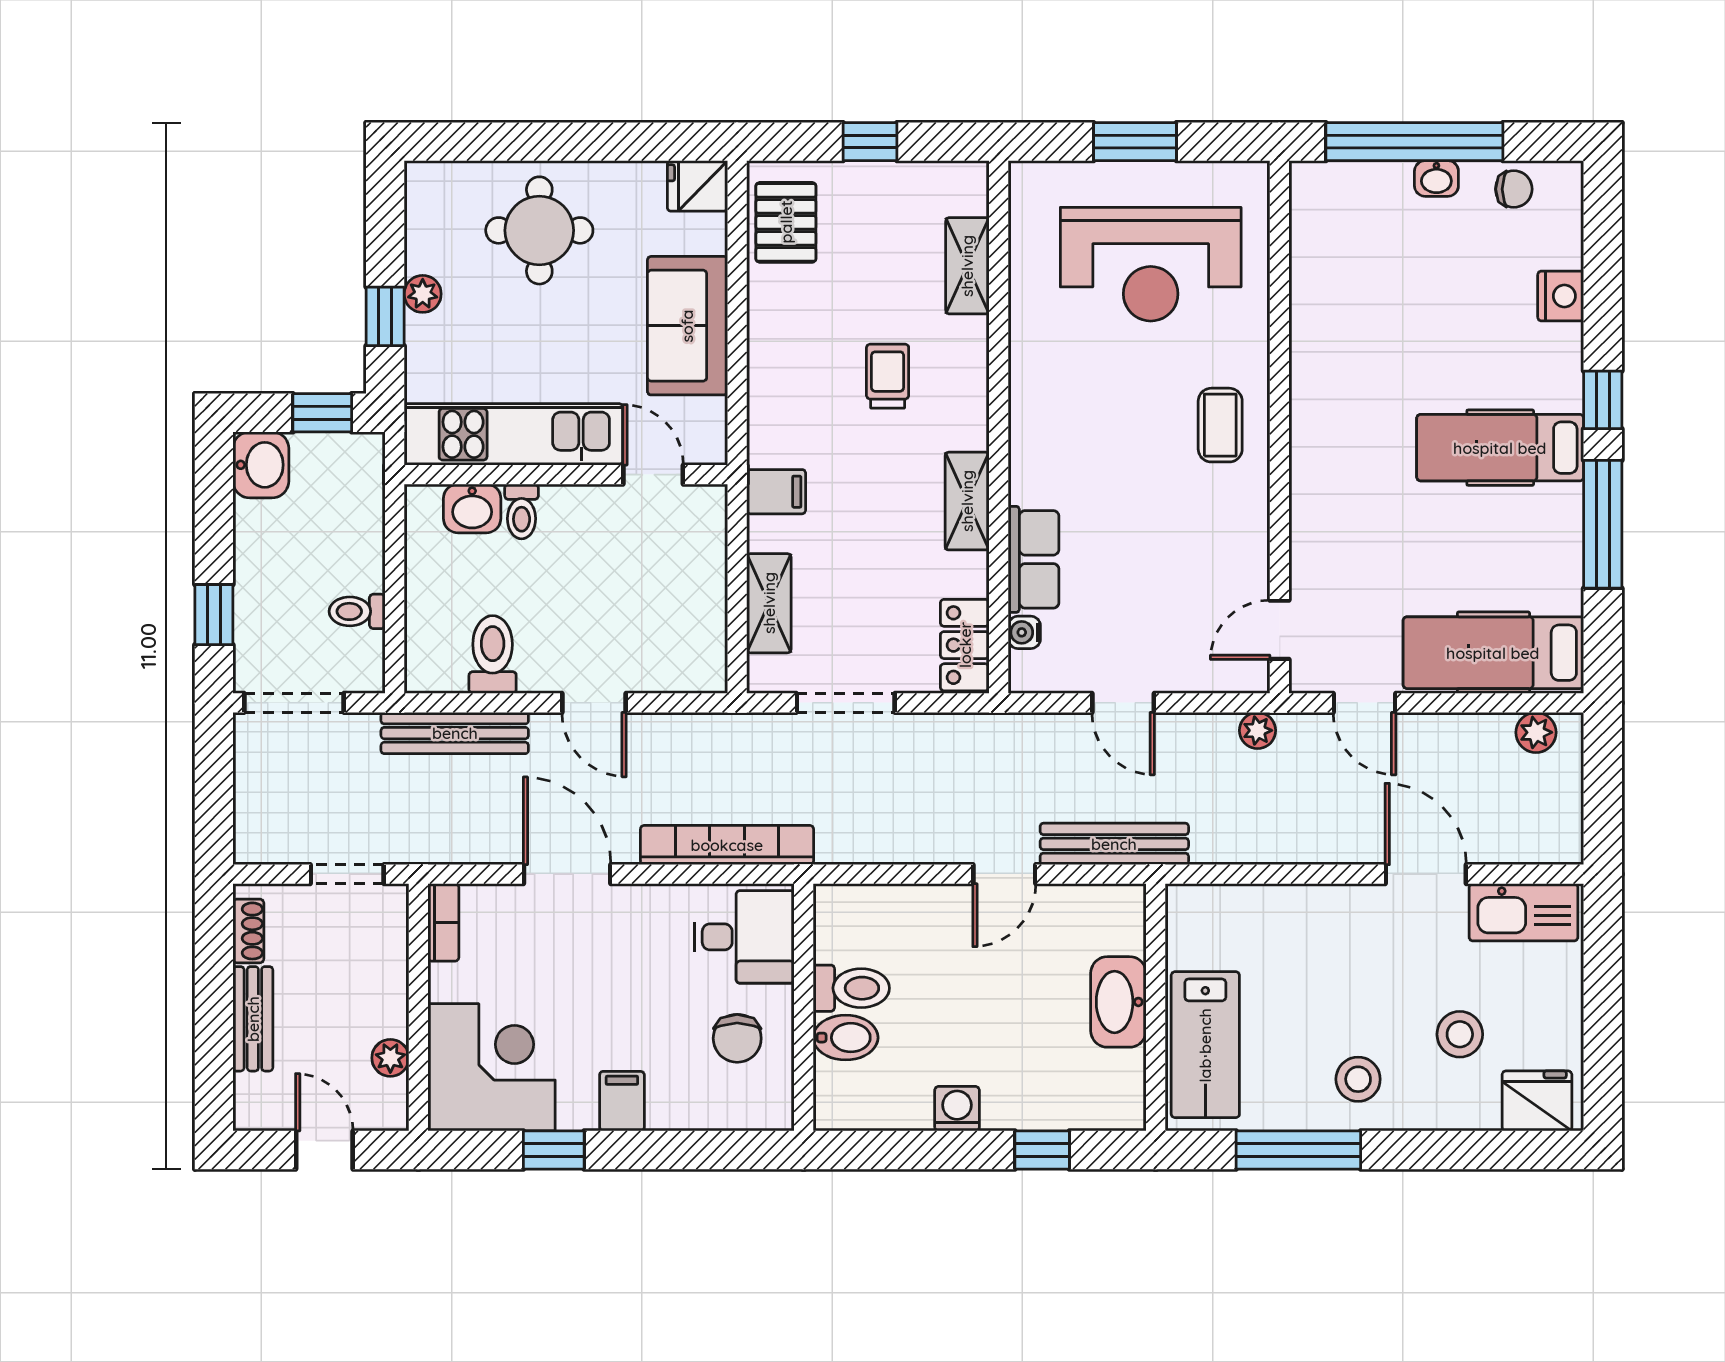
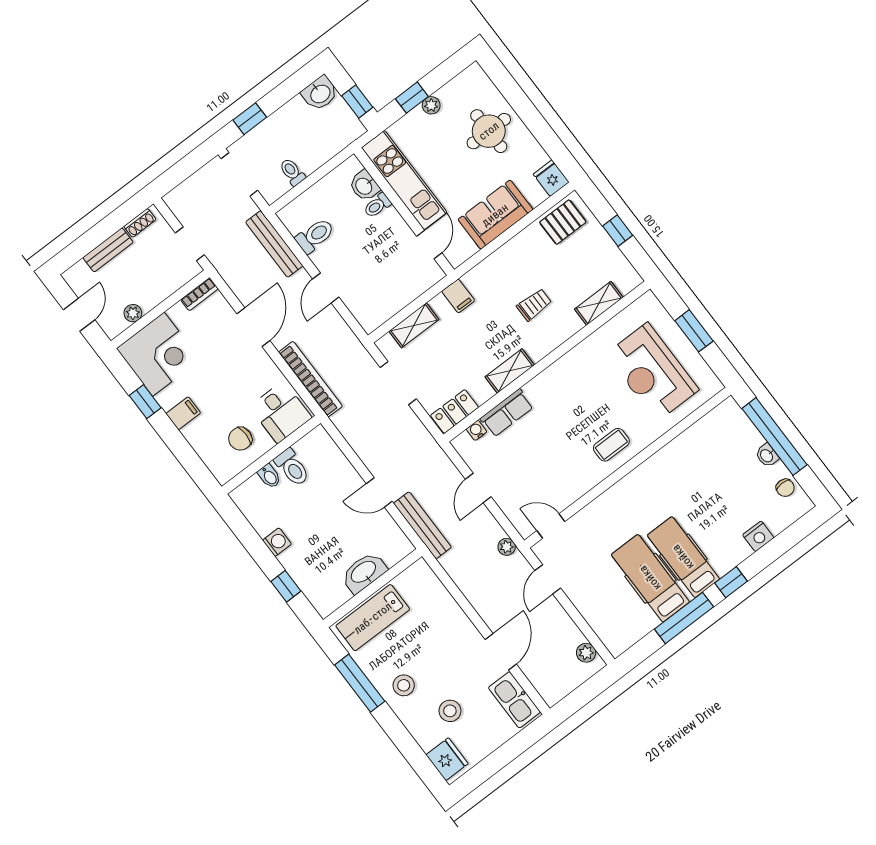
hospital bed: (1493, 653) -> (650, 578), moved
bidet: (846, 1038) -> (269, 476), width x0.72, depth x0.74

